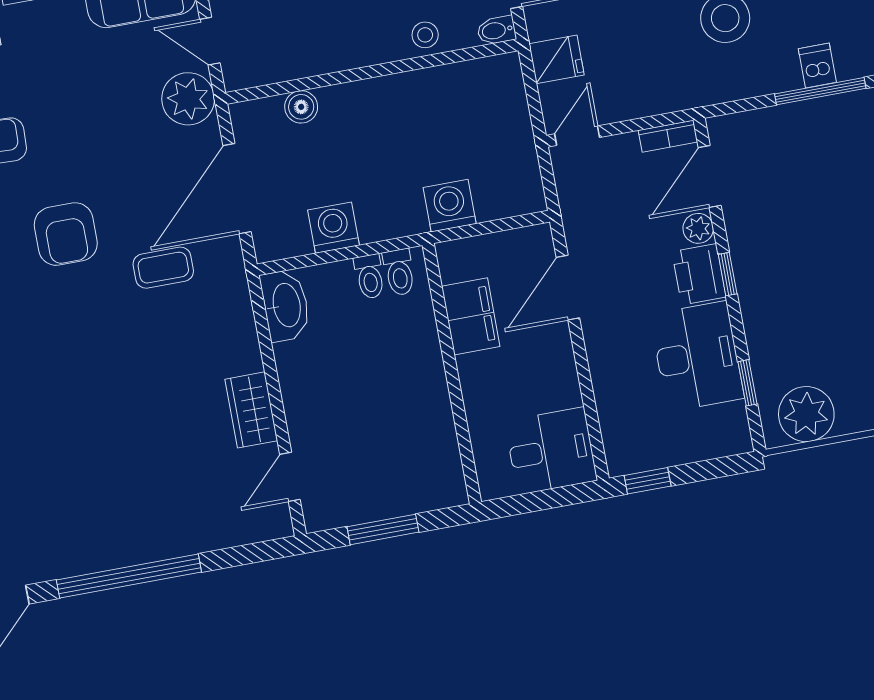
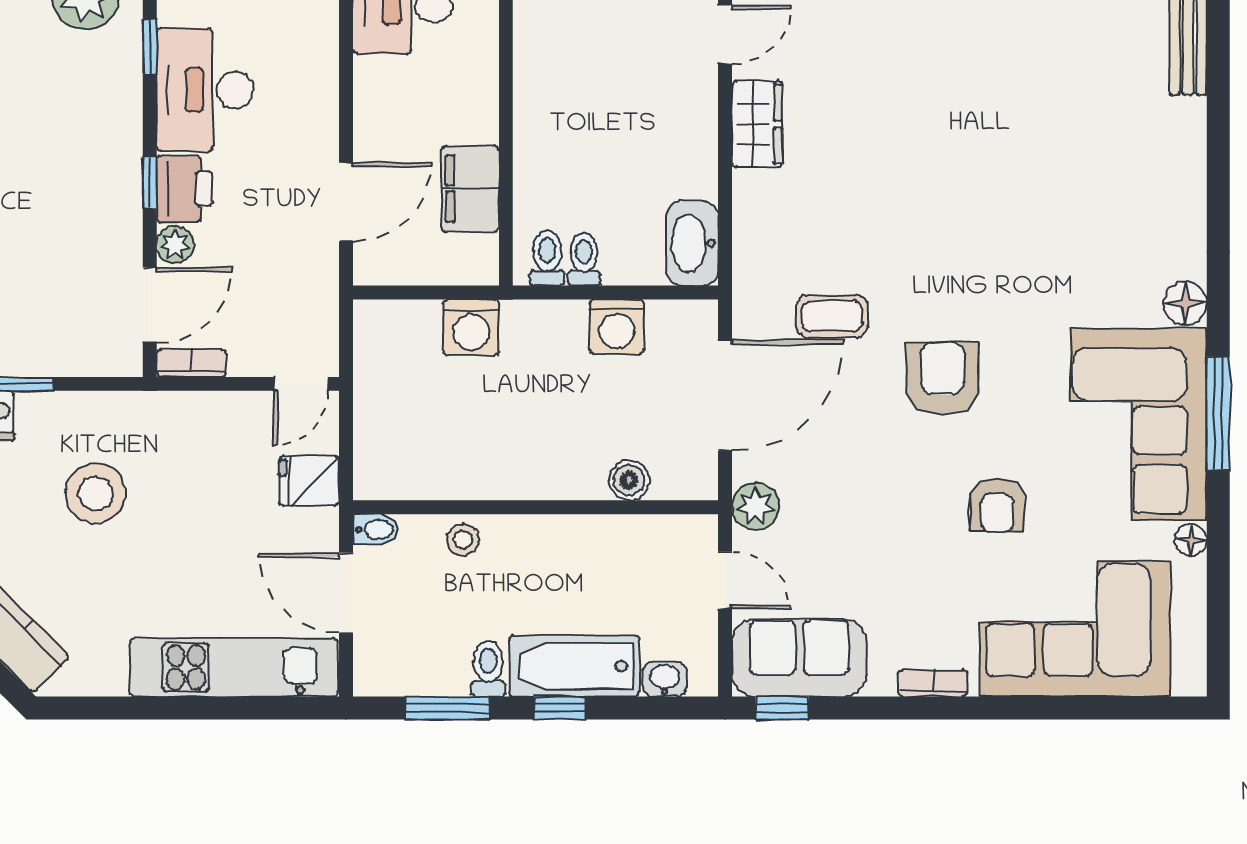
plant: (188, 99) -> (756, 506), width x0.73, depth x0.73

